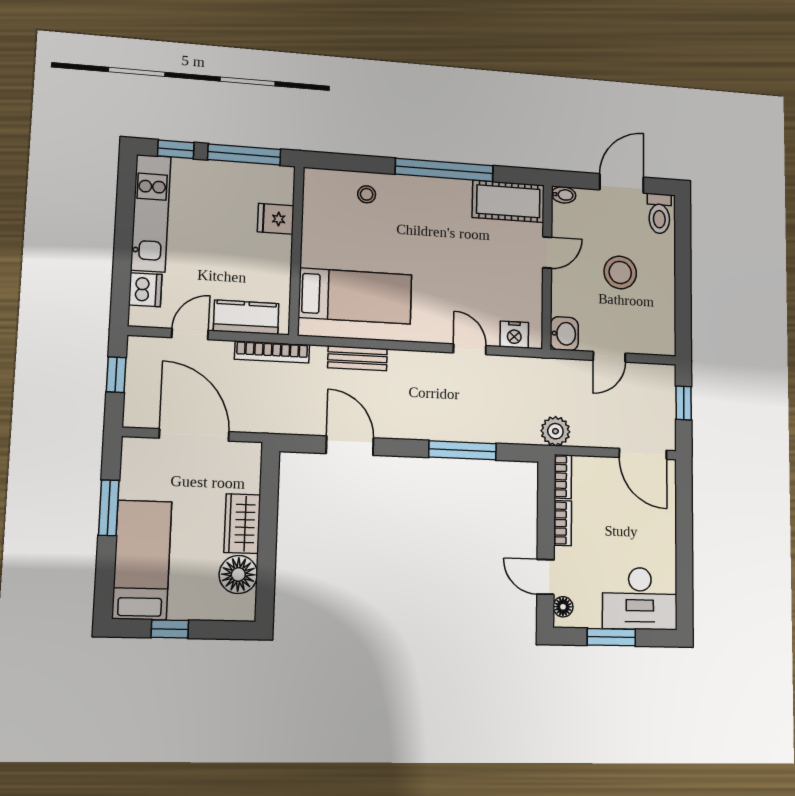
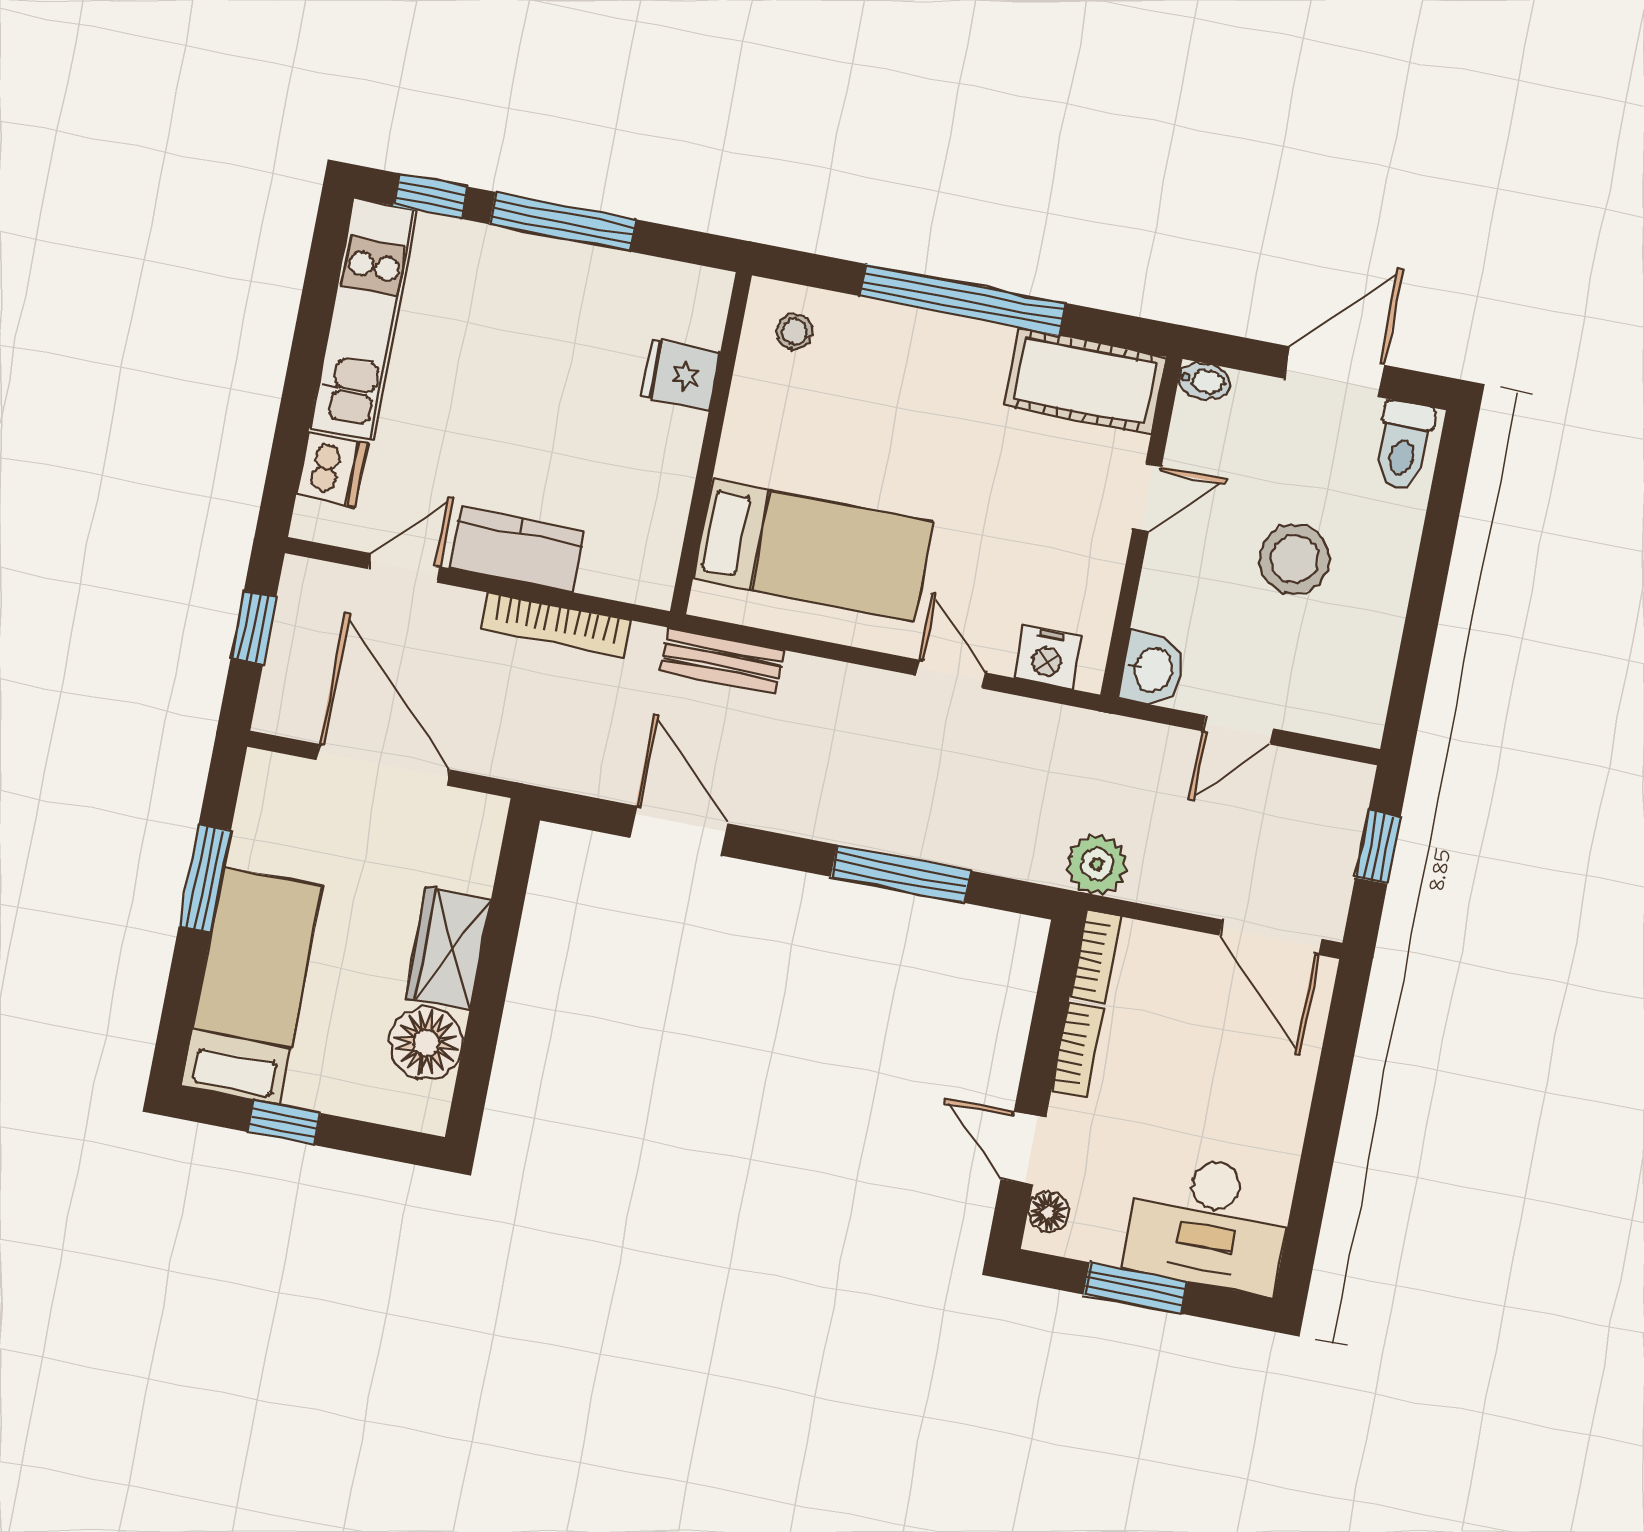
fridge: (276, 219) -> (680, 374), moved
wall: (296, 250) -> (711, 443), moved
bed: (355, 296) -> (813, 550), moved

